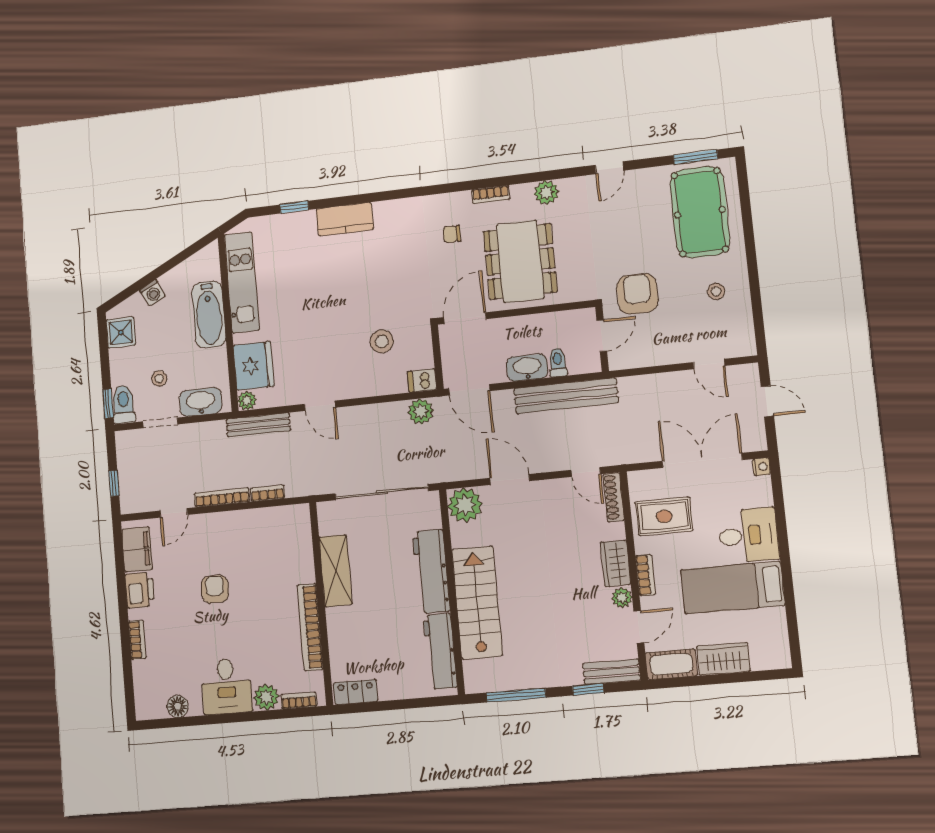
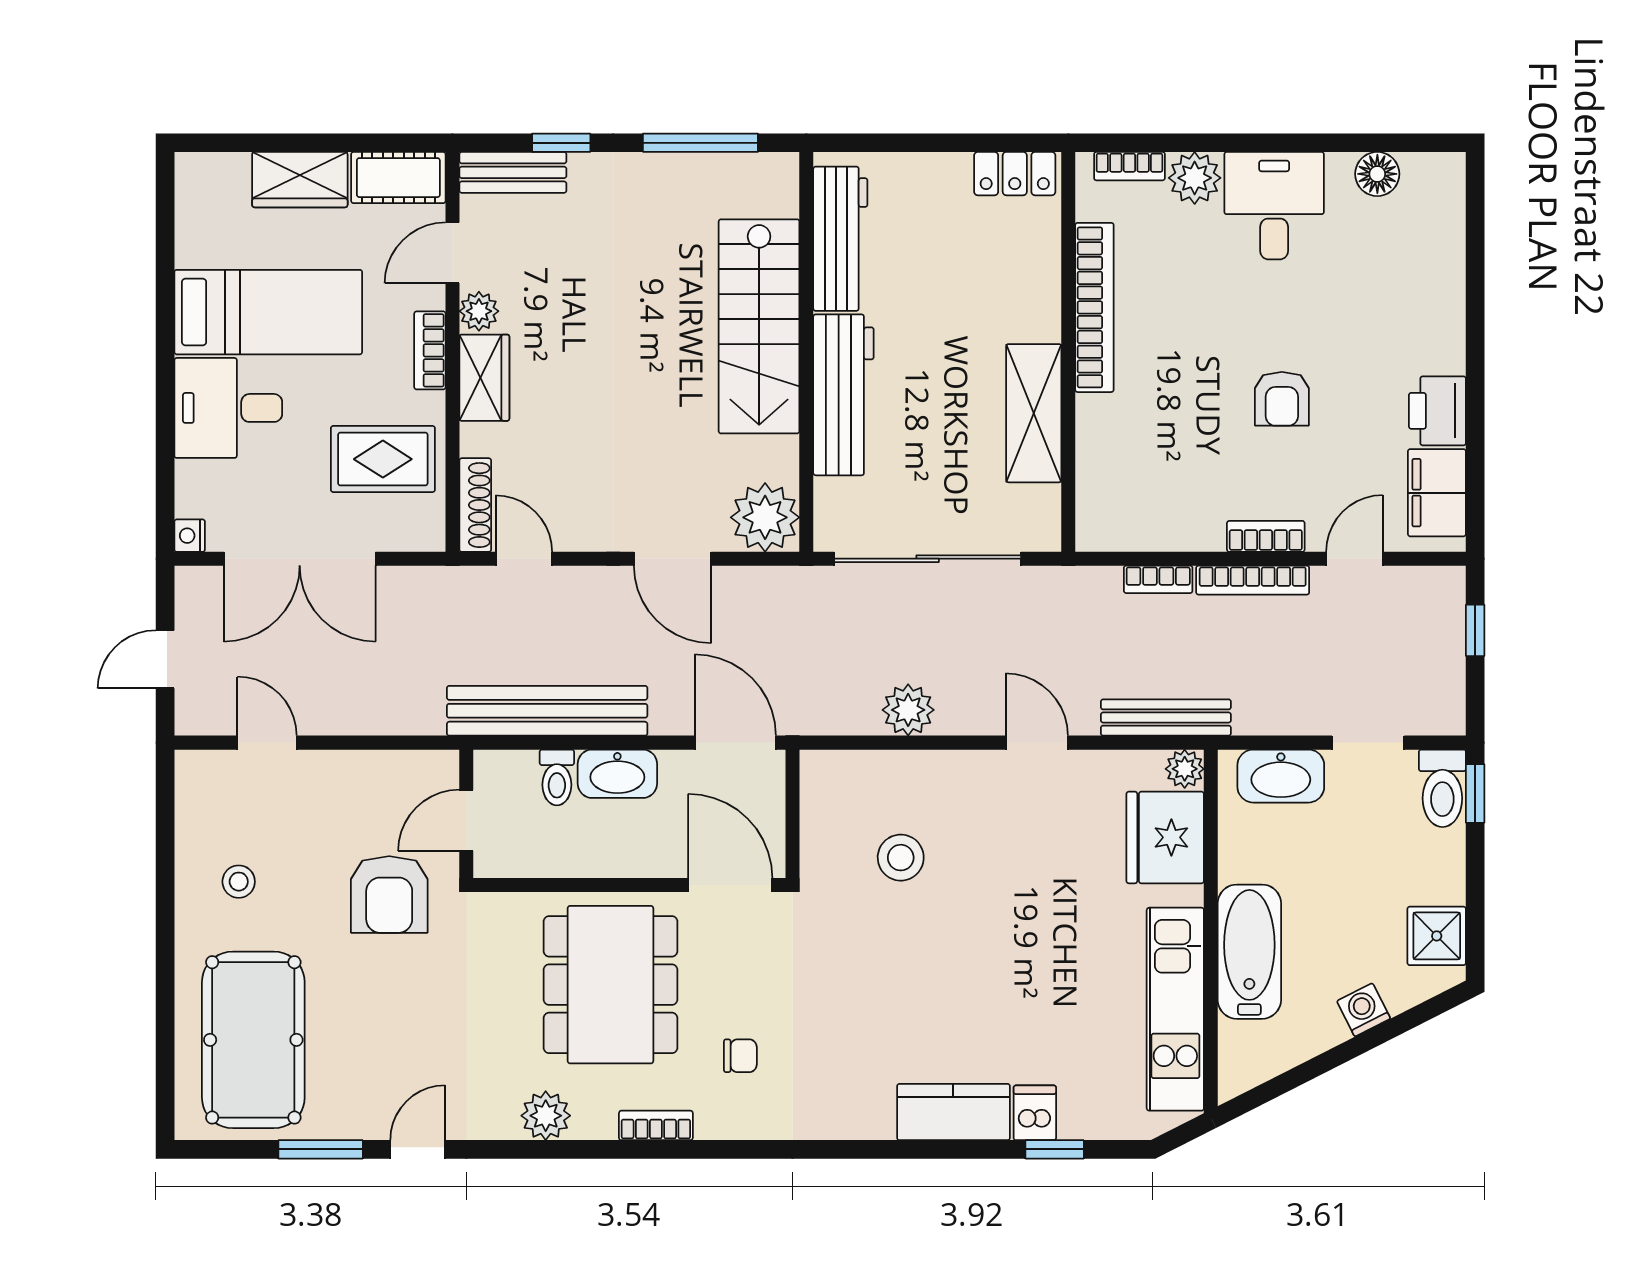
window: (696, 157) -> (321, 1149), moved
door: (465, 318) -> (730, 885), swing flipped
stool: (159, 378) -> (1363, 833), removed
dishwasher: (422, 381) -> (1035, 1113), moved, turned -90
door: (767, 401) -> (165, 659), hinge flipped
plant: (421, 412) -> (908, 710), moved
bookcase: (137, 640) -> (1266, 536), moved, turned 90

